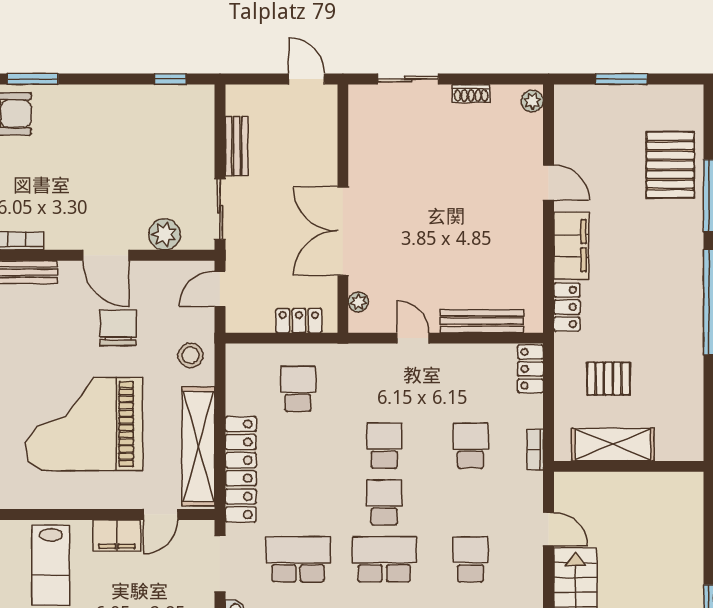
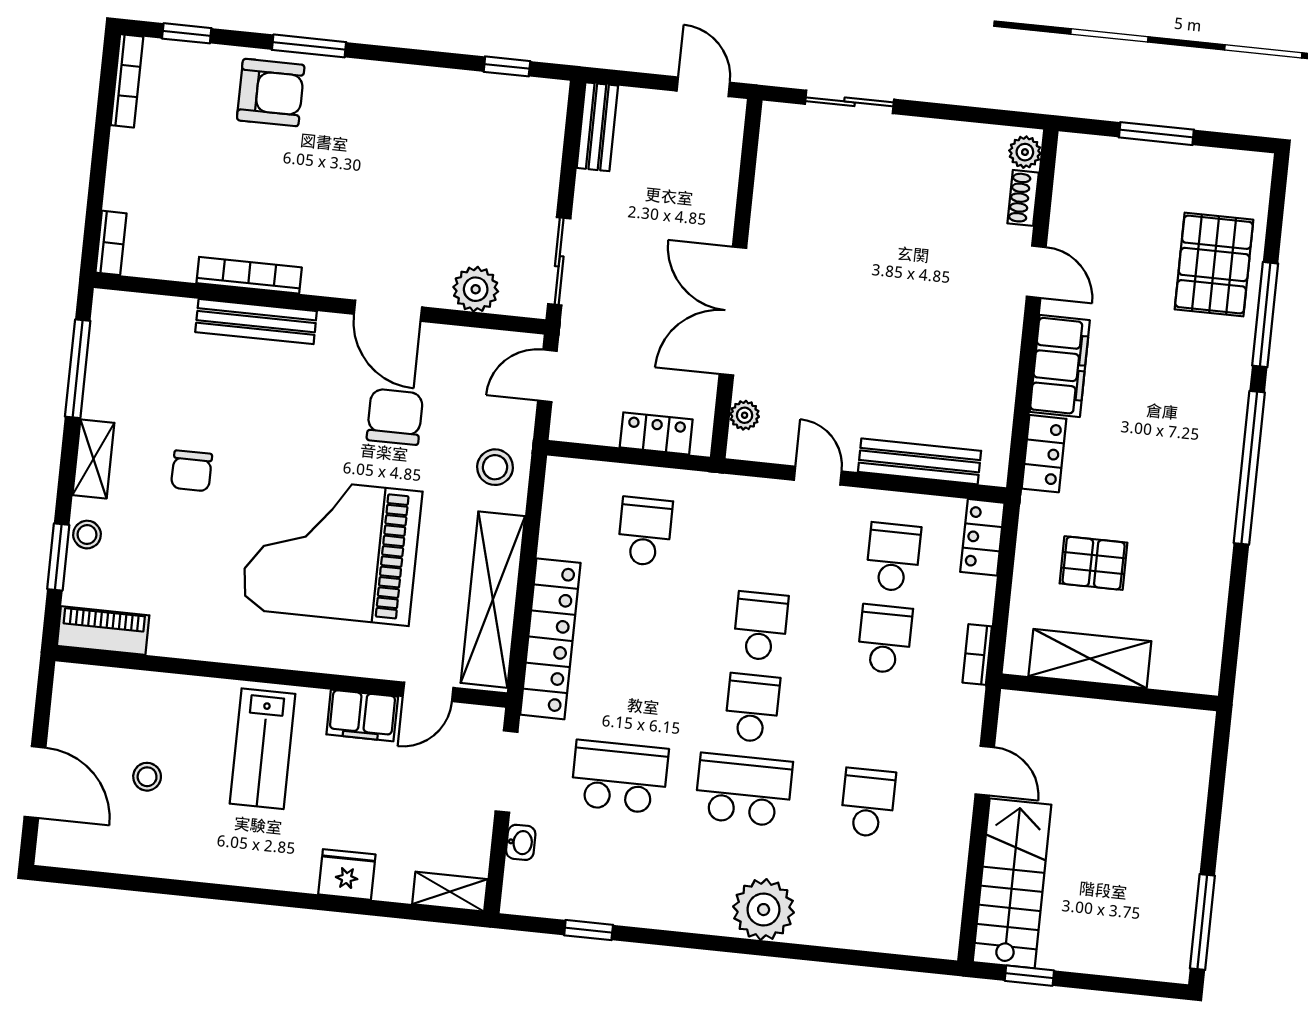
shoe rack: (471, 93) -> (1023, 198), moved, turned 90
bench: (237, 146) -> (597, 127), moved
school desk: (471, 389) -> (893, 557), added

